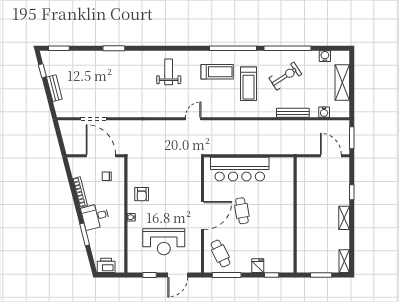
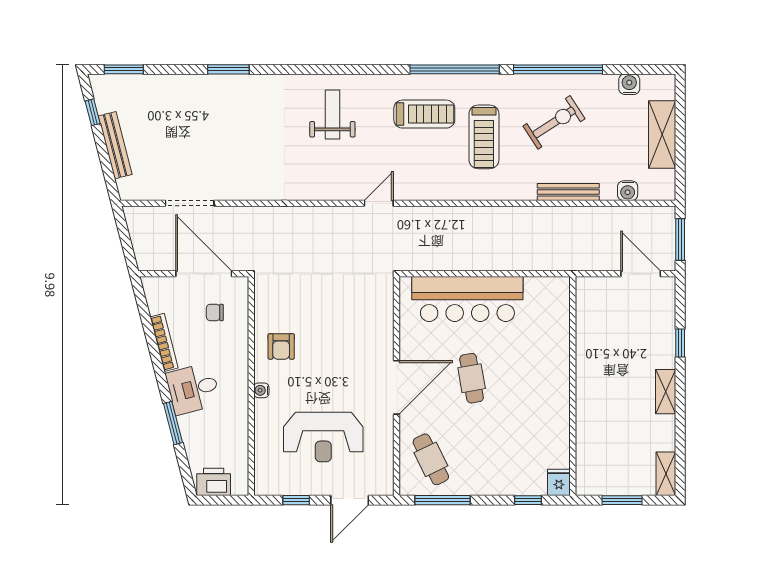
bench: (54, 88) -> (115, 145), width x1.36
fridge: (258, 266) -> (559, 482), moved

